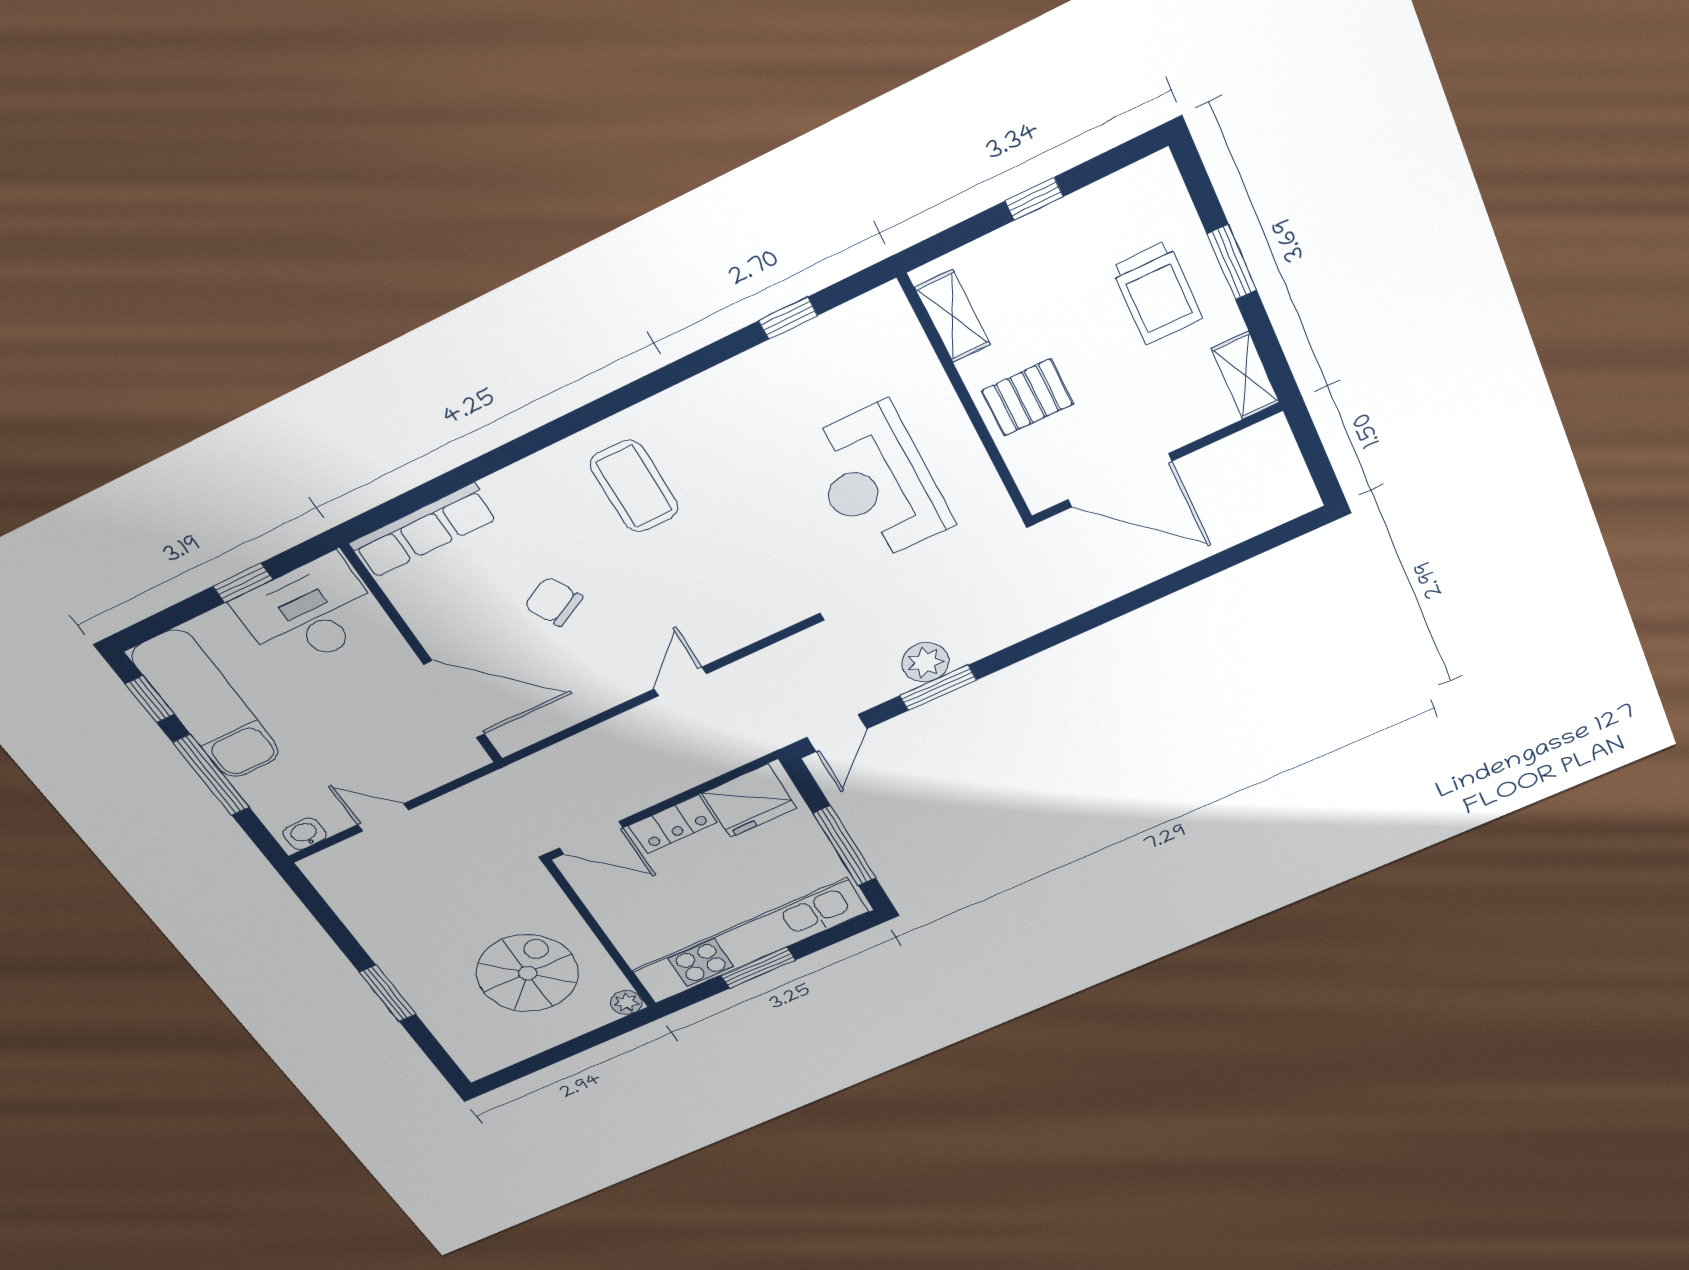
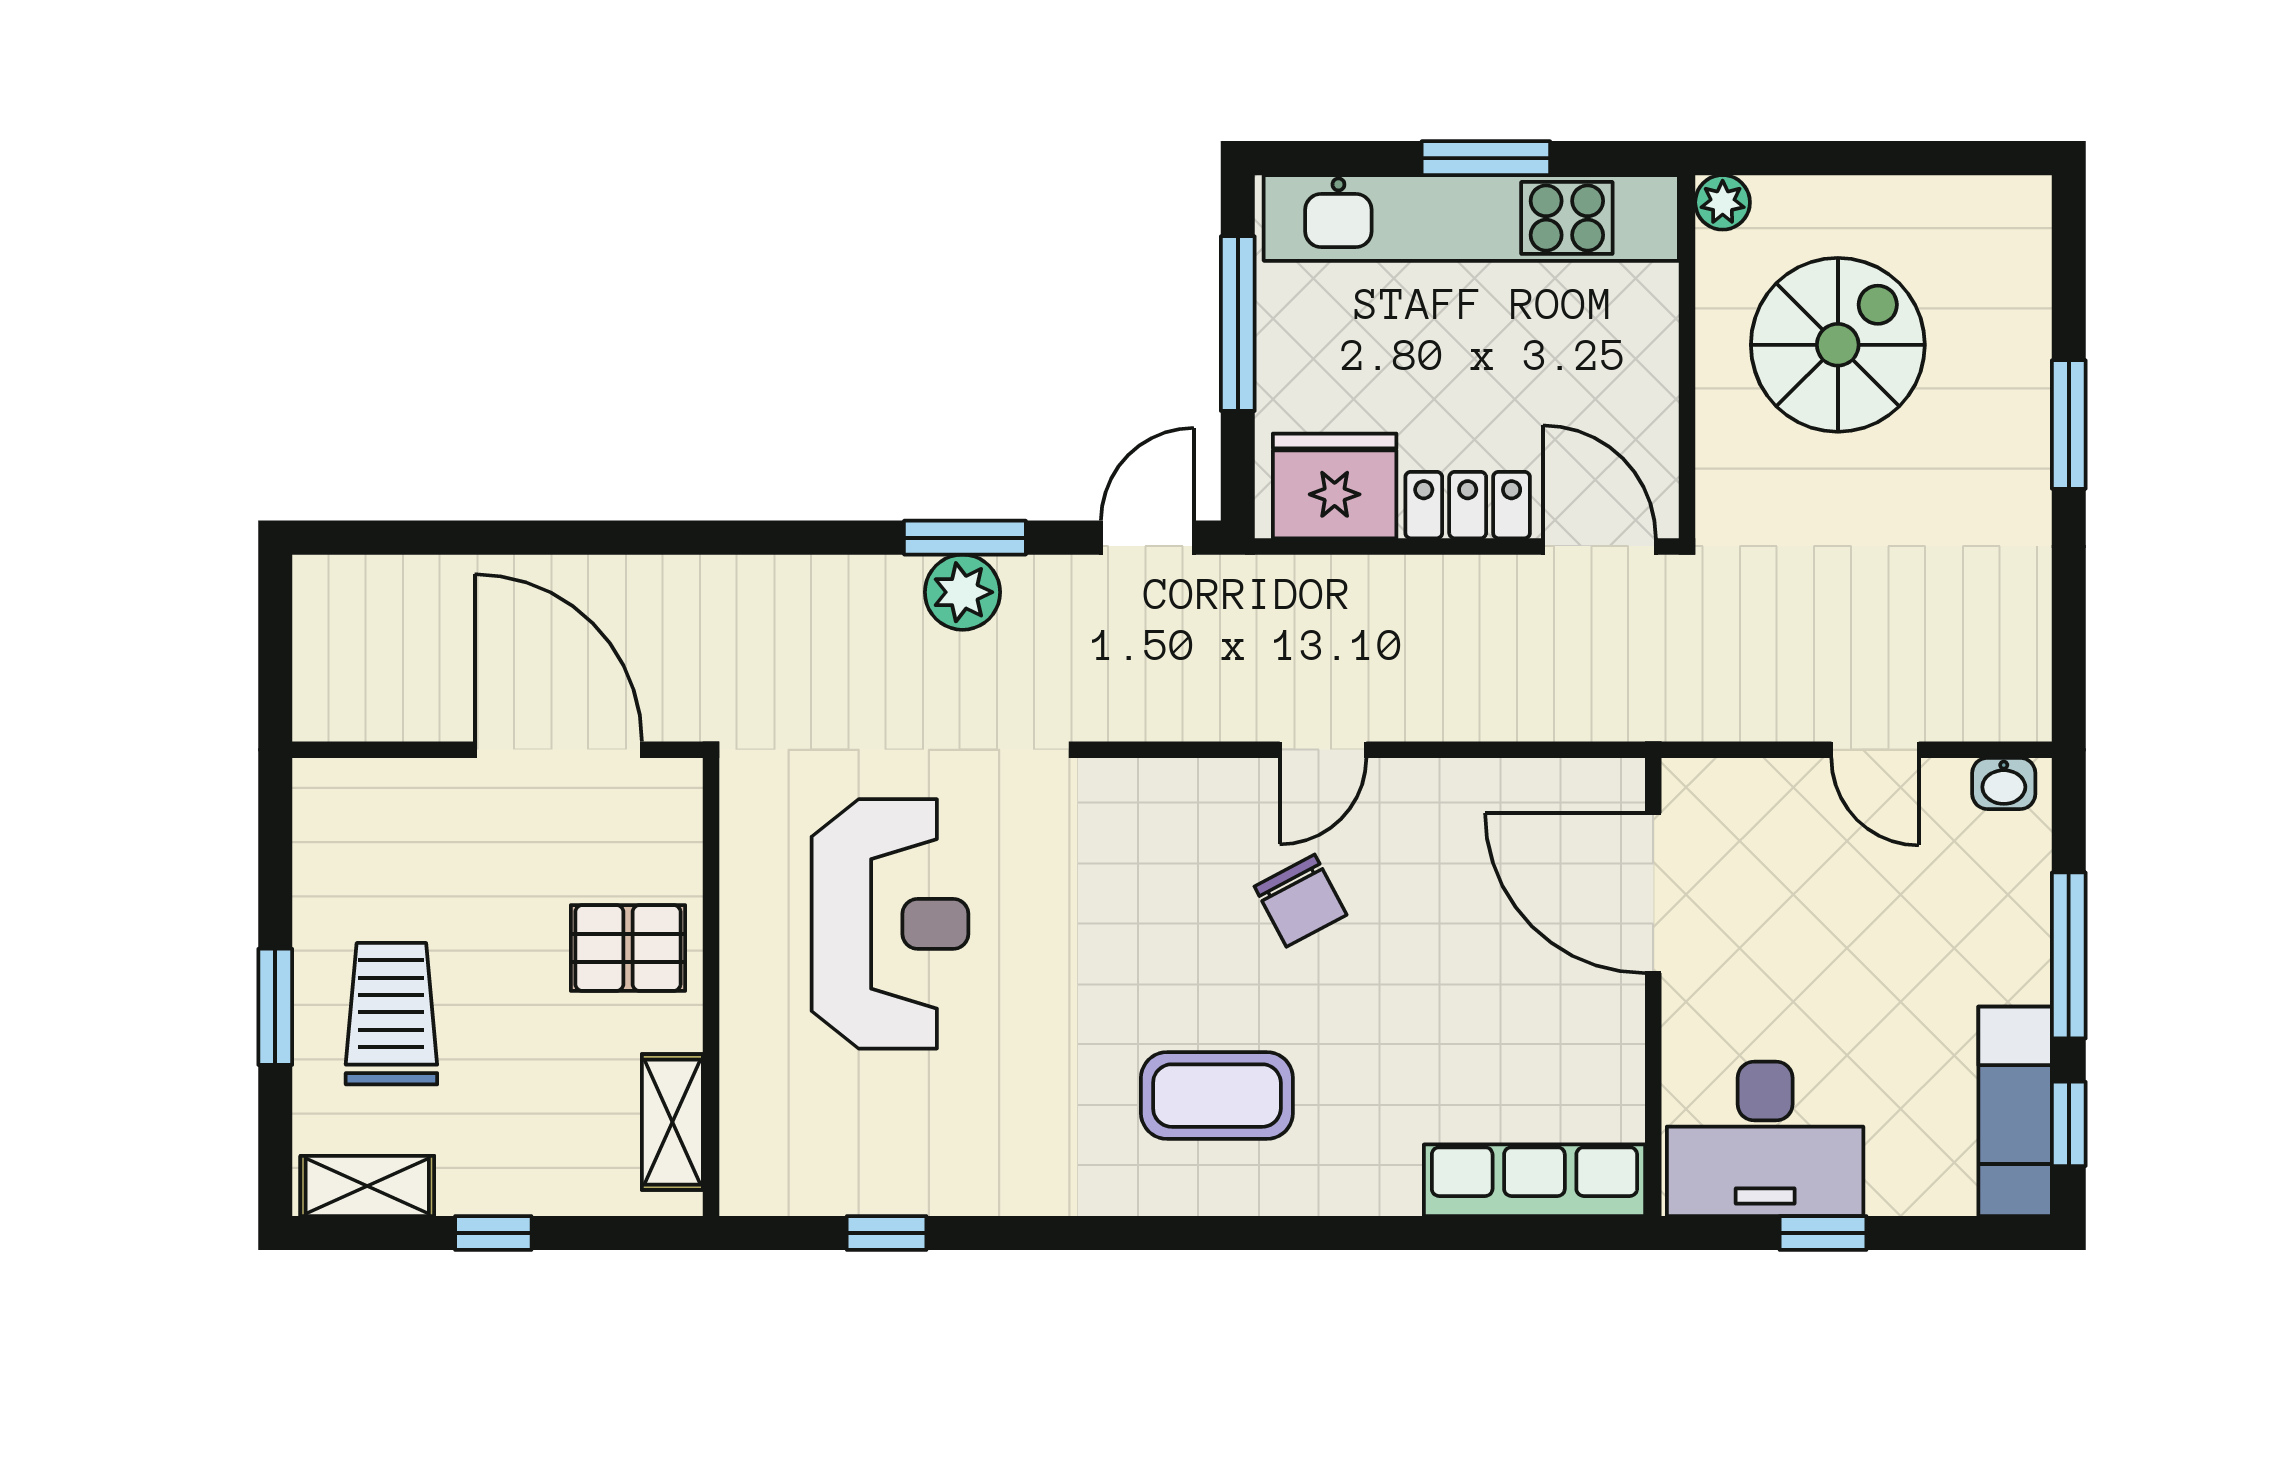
shelving: (1246, 376) -> (367, 1186), moved, turned 90
coffee table: (634, 486) -> (1217, 1096), turned 90
chair: (554, 602) -> (1301, 901), moved
exam couch: (206, 705) -> (2015, 1111), width x0.73, depth x0.69
spiral stairs: (528, 973) -> (1838, 345), turned 180

